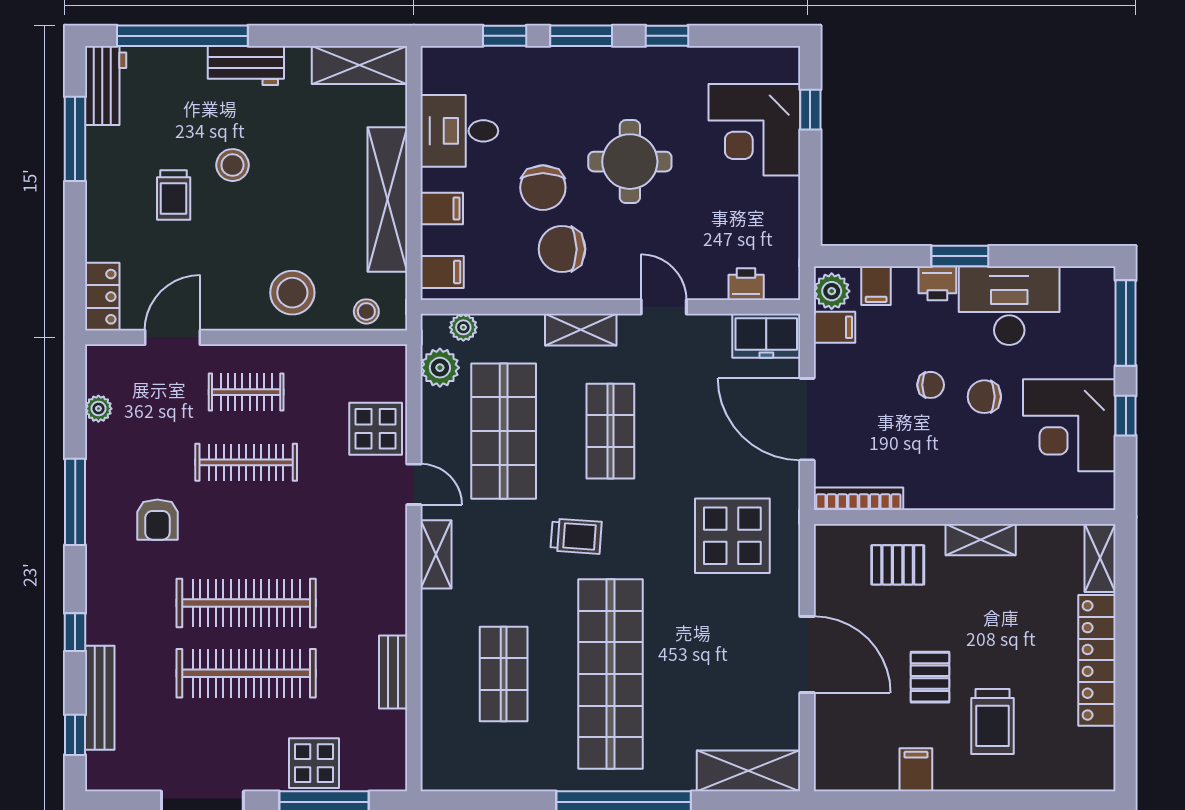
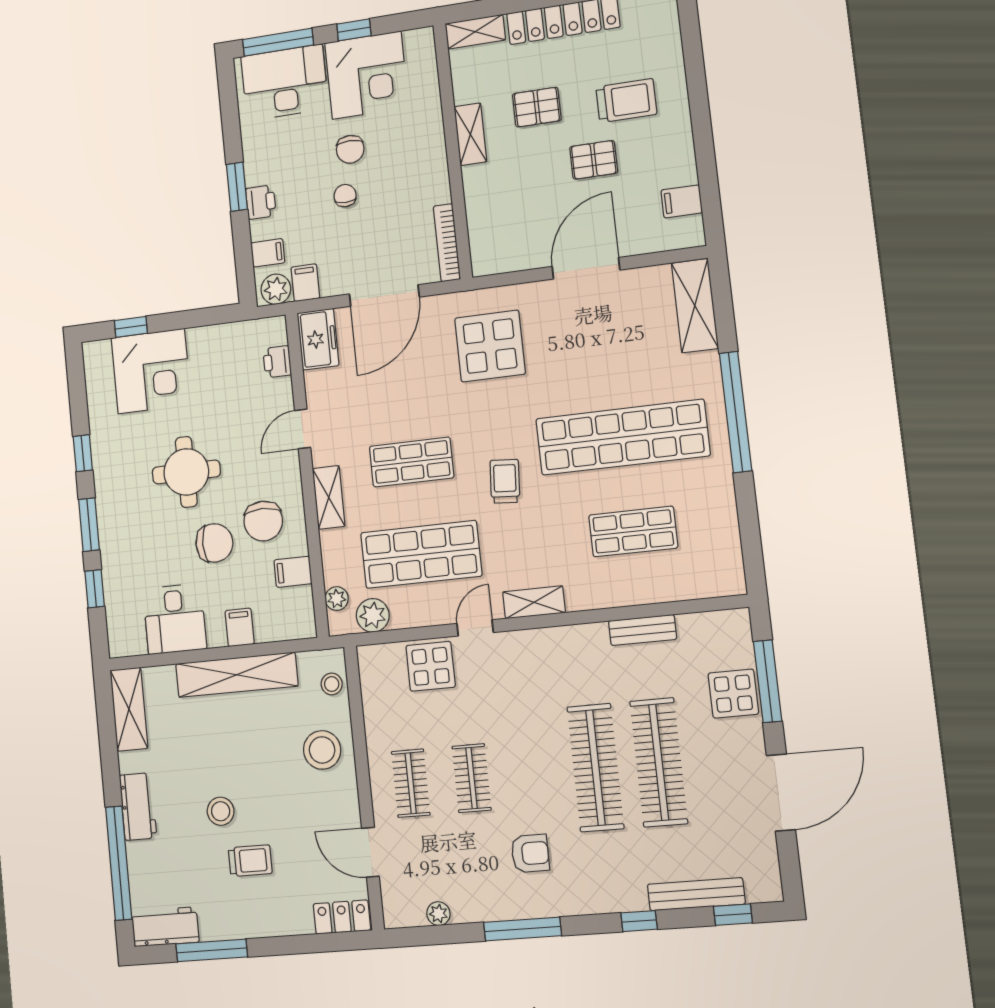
filing cabinet: (442, 272) -> (293, 572), moved, turned -90
desk: (1009, 306) -> (285, 83), moved, turned 90
clothes rail: (246, 462) -> (472, 778), width x0.73
pallet: (898, 565) -> (537, 107), moved, turned 90
filing cabinet: (916, 770) -> (682, 201), moved

